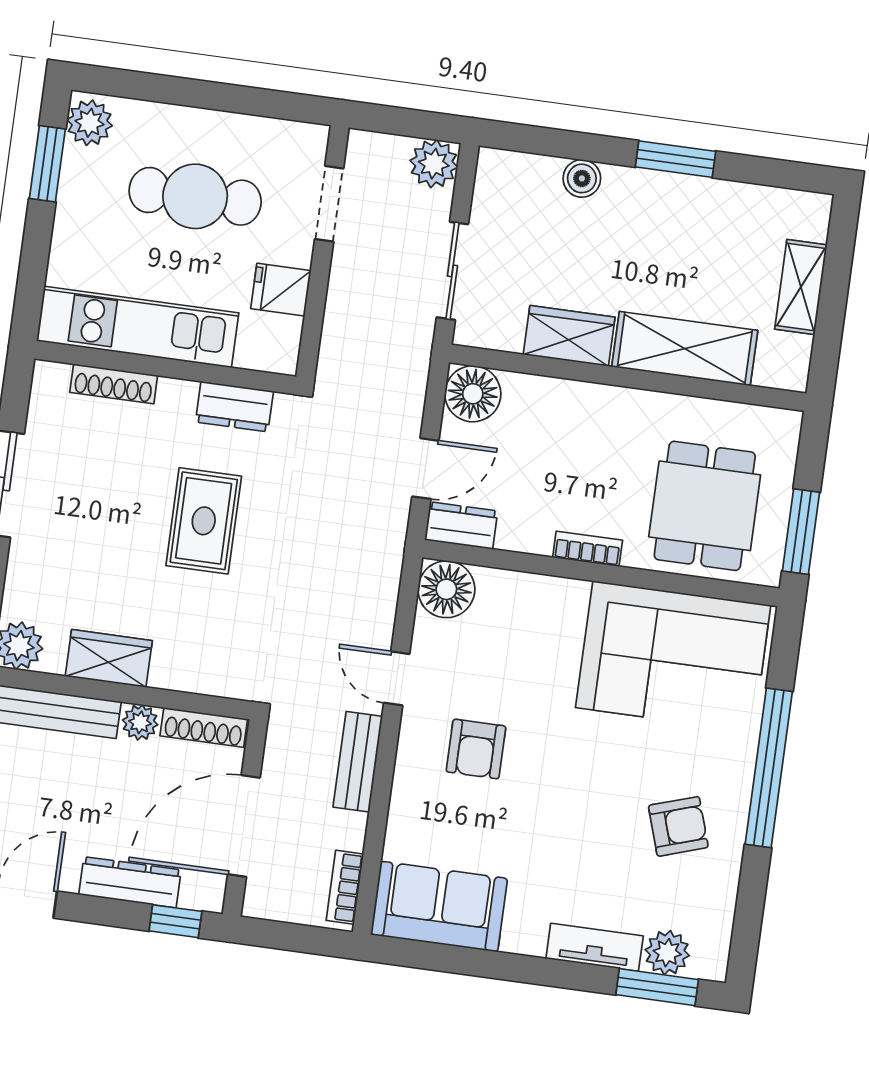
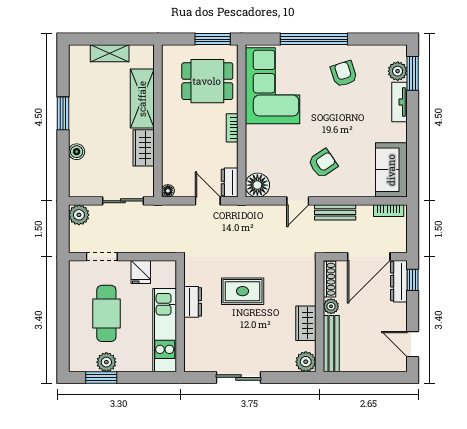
plant: (90, 123) -> (106, 362), moved
shoe rack: (114, 384) -> (190, 337), removed
floor lamp: (473, 394) -> (168, 191), width x0.53, depth x0.53
dresser: (234, 407) -> (193, 302), moved
armchair: (476, 749) -> (323, 163), turned -34
door: (244, 826) -> (369, 257), hinge flipped
dresser: (130, 882) -> (399, 281), moved

